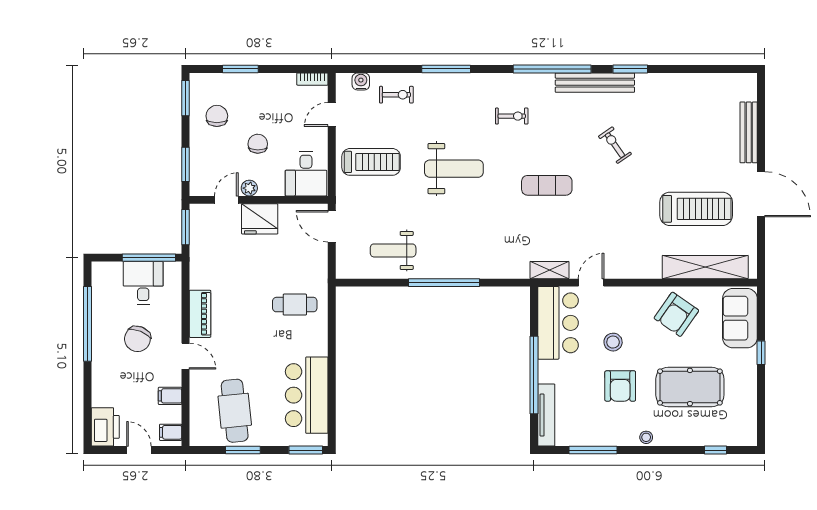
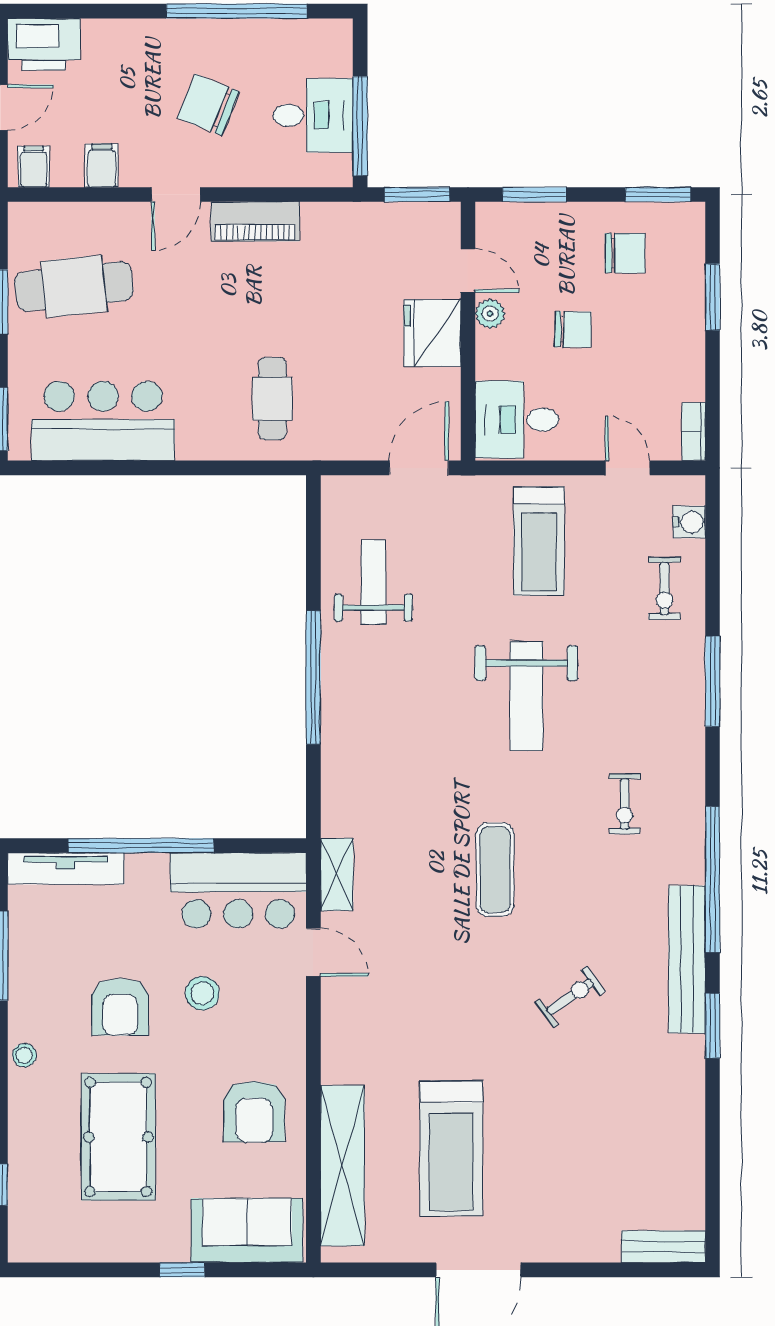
bench: (749, 132) -> (663, 1247), moved, width x0.73
armchair: (676, 314) -> (254, 1112), turned -125
armchair: (620, 386) -> (120, 1007), turned -90

